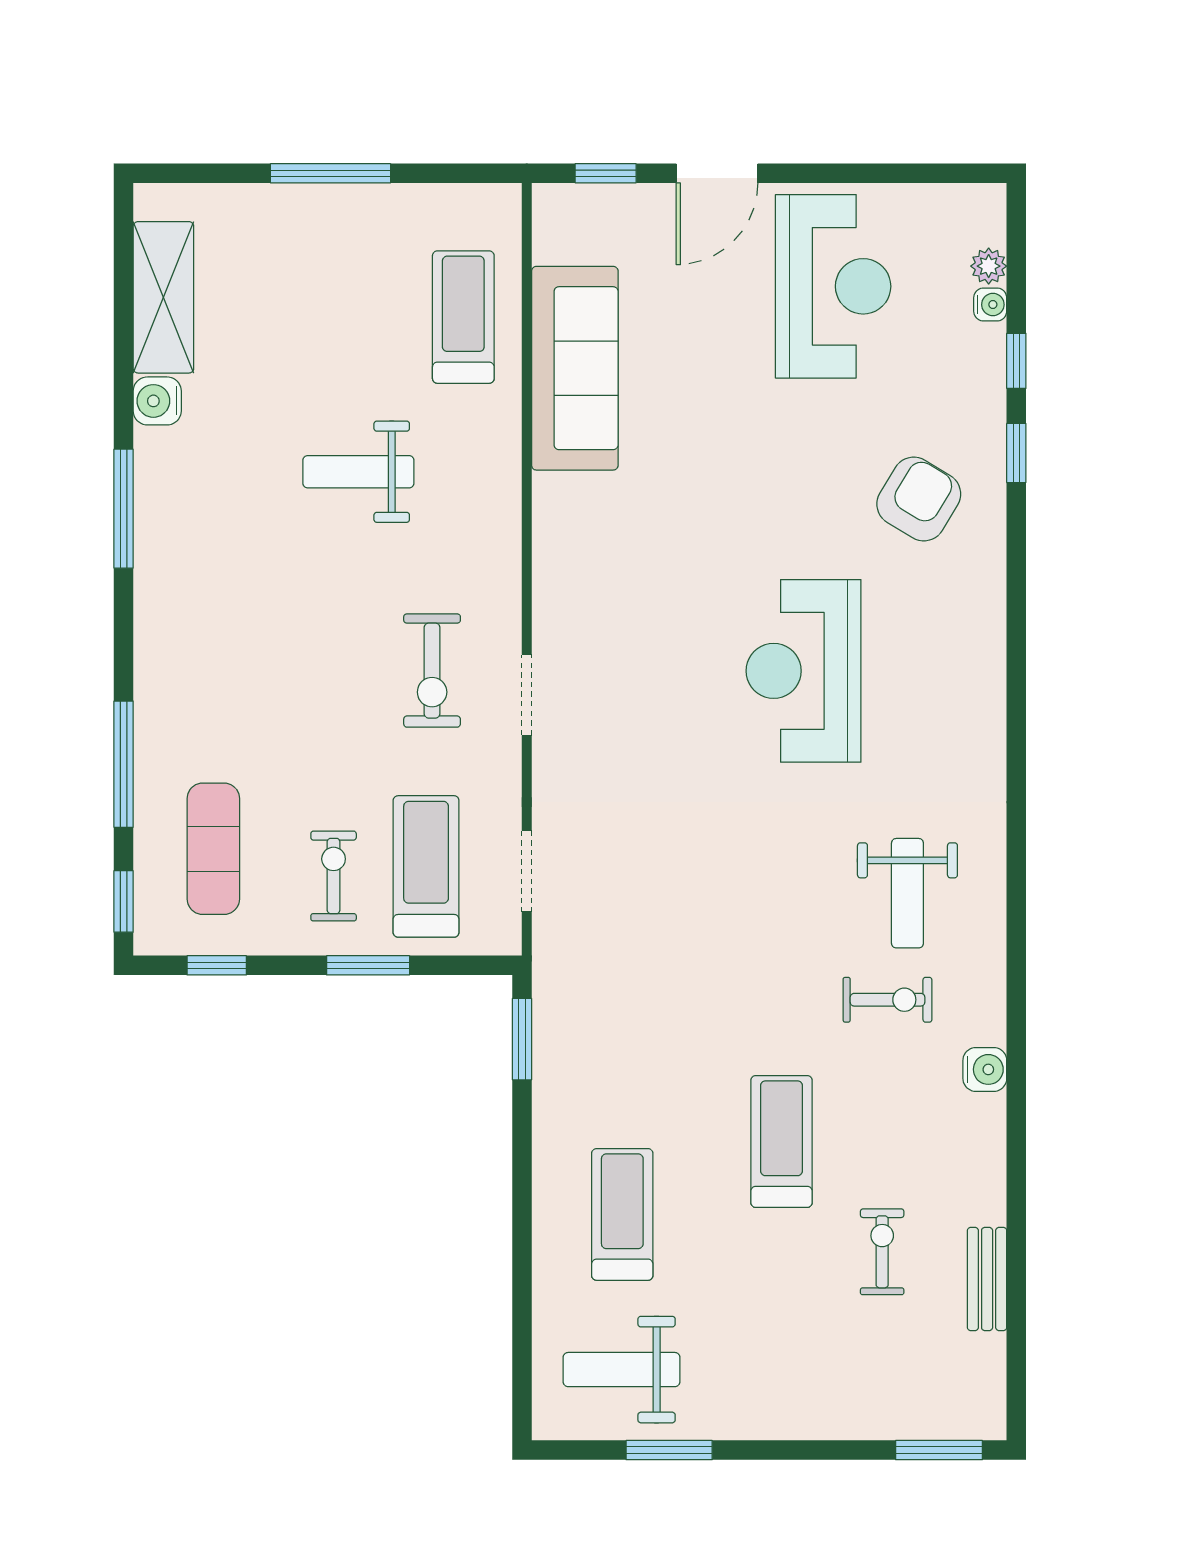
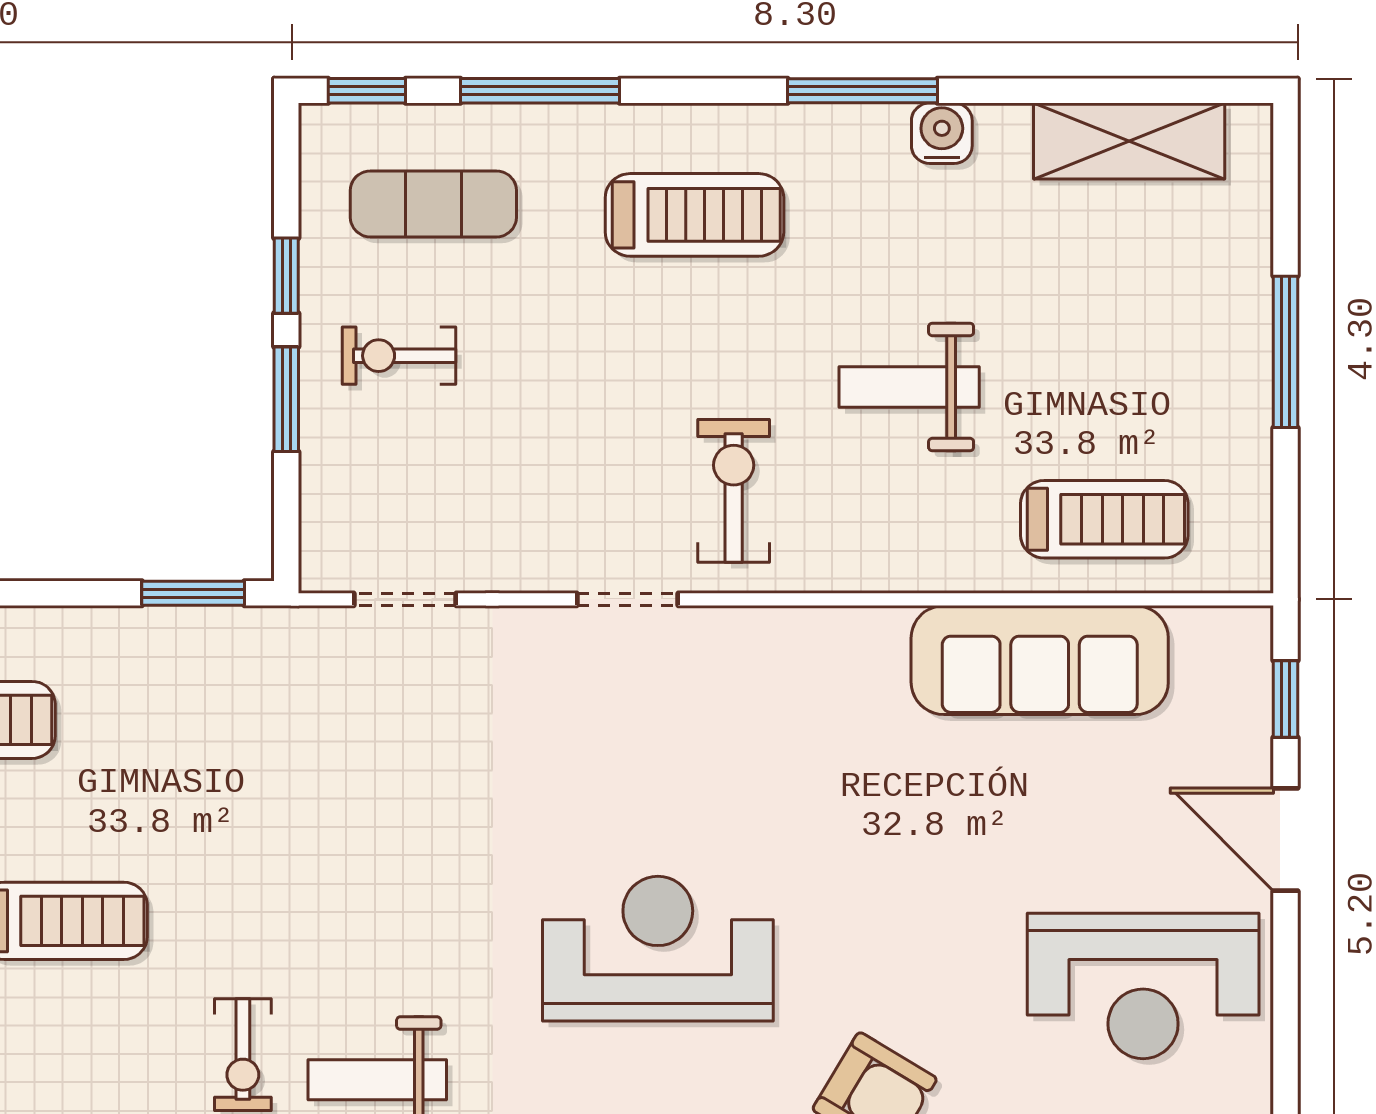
water cooler: (157, 401) -> (942, 133), moved
weight bench: (358, 472) -> (909, 387), turned -90
exercise bike: (432, 671) -> (734, 491), moved, turned 90
treadmill: (426, 866) -> (694, 215), moved
exercise bike: (334, 876) -> (399, 356), turned 180
window: (217, 965) -> (286, 276), moved

